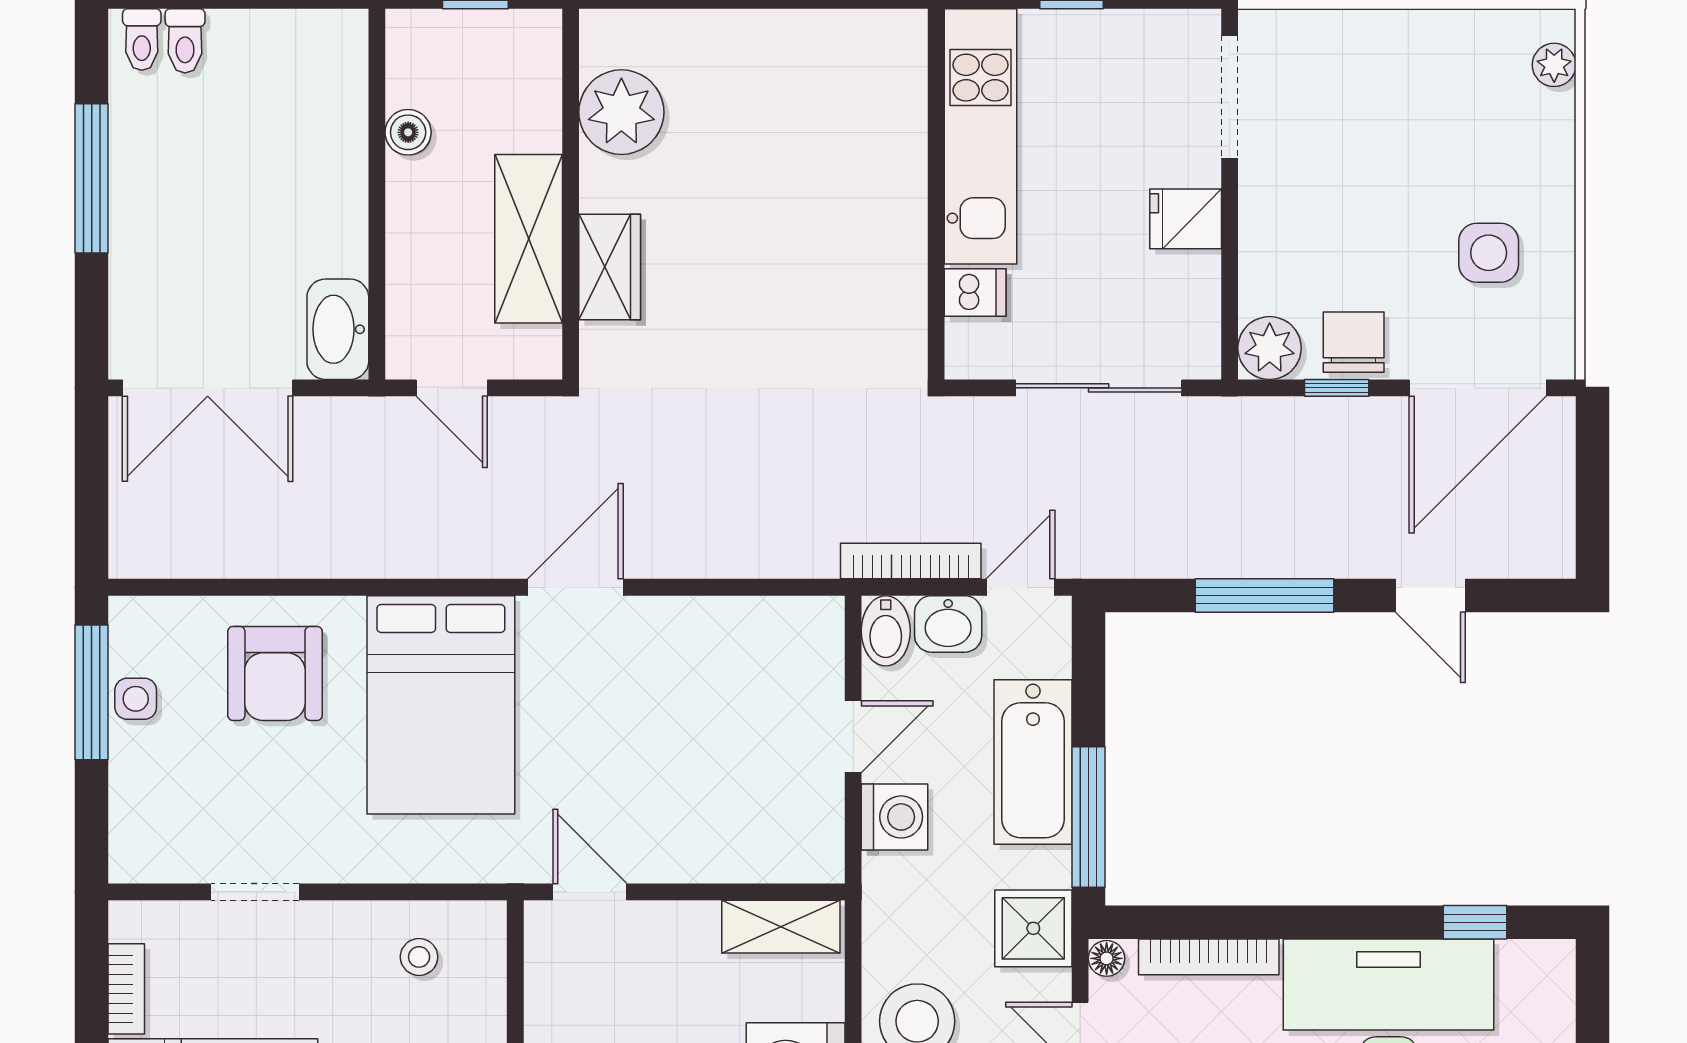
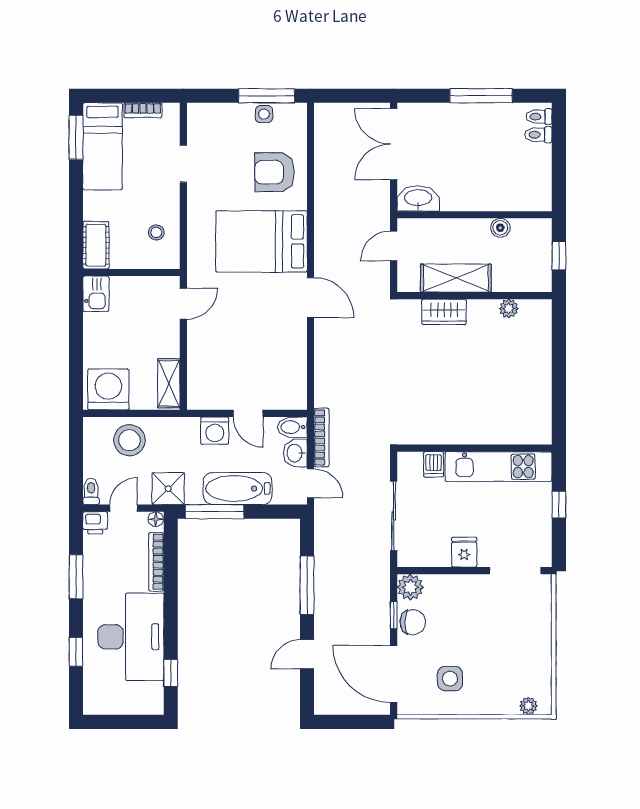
plant: (621, 112) -> (509, 309), width x0.53, depth x0.53

